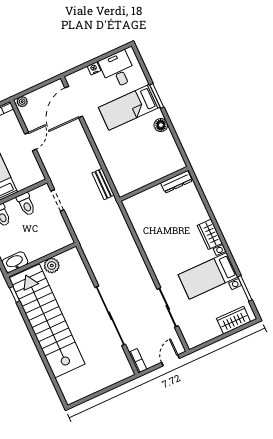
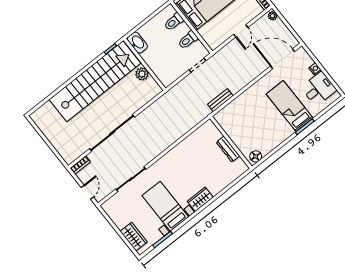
floor lamp: (161, 125) -> (256, 156), moved
door: (30, 142) -> (241, 31), hinge flipped
dresser: (177, 182) -> (228, 149), moved
door: (170, 360) -> (87, 192), hinge flipped

